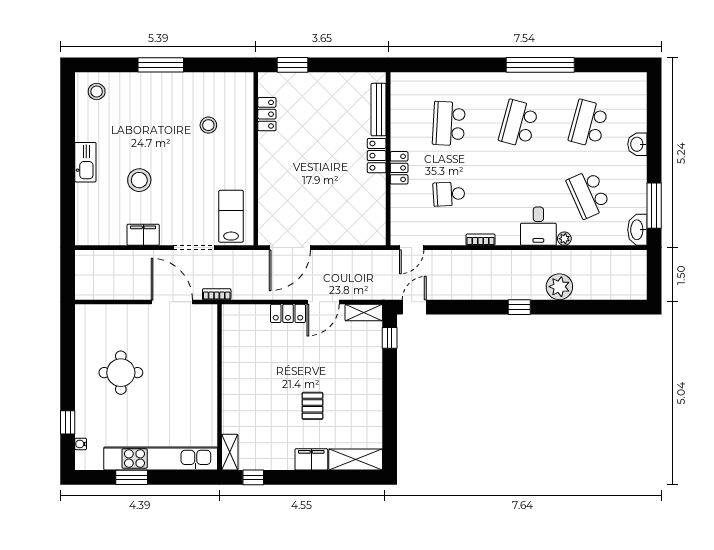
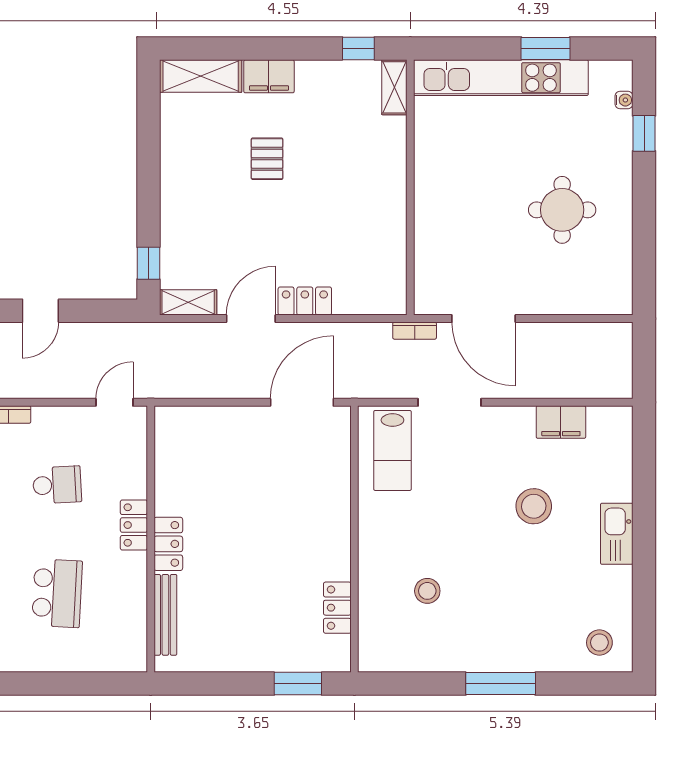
filing cabinet: (143, 235) -> (561, 422), moved
door: (414, 307) -> (40, 311), moved

